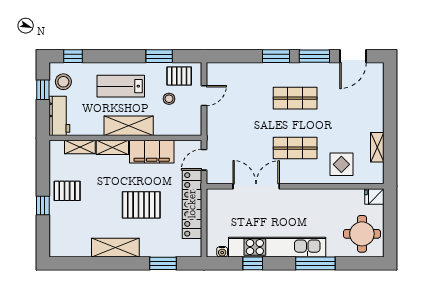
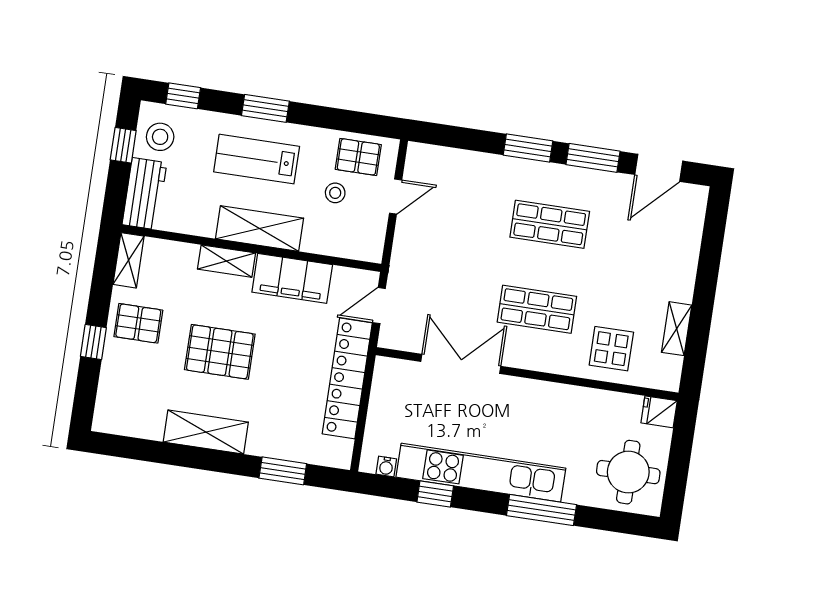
window: (159, 56) -> (265, 108), moved
shelving: (80, 147) -> (129, 260), moved, turned 90
pallet: (141, 205) -> (220, 352), moved

